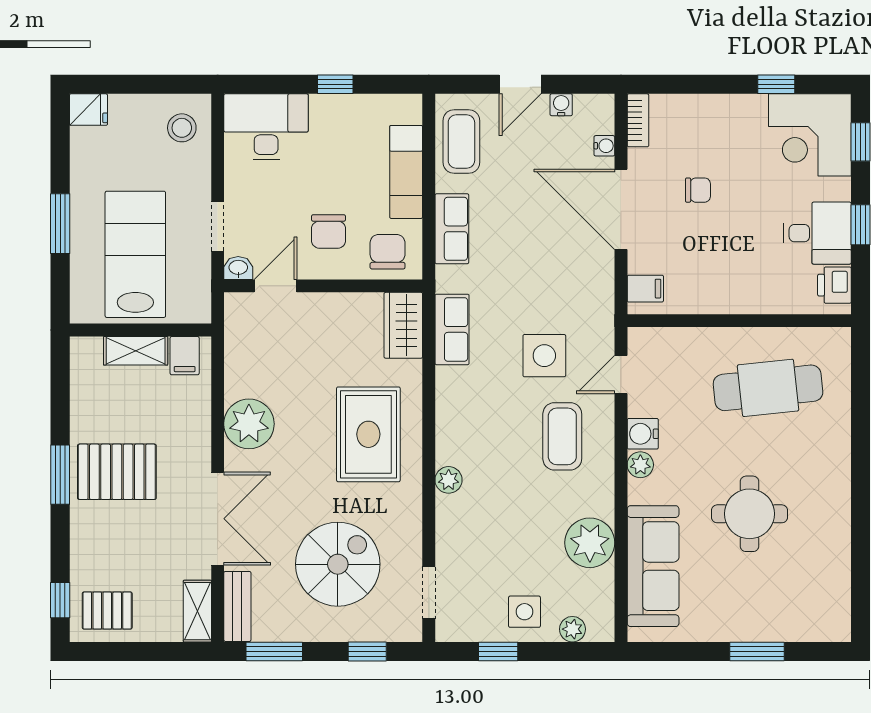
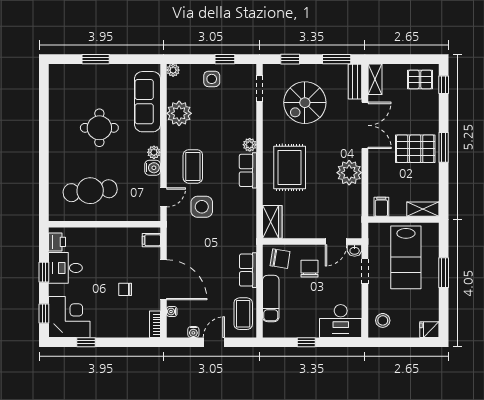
chair: (388, 252) -> (280, 259), turned -81
row of seats: (452, 329) -> (248, 170), moved
shelving: (136, 351) -> (423, 209), moved
double door: (218, 519) -> (365, 125), swing flipped
plant: (572, 629) -> (173, 70), moved

